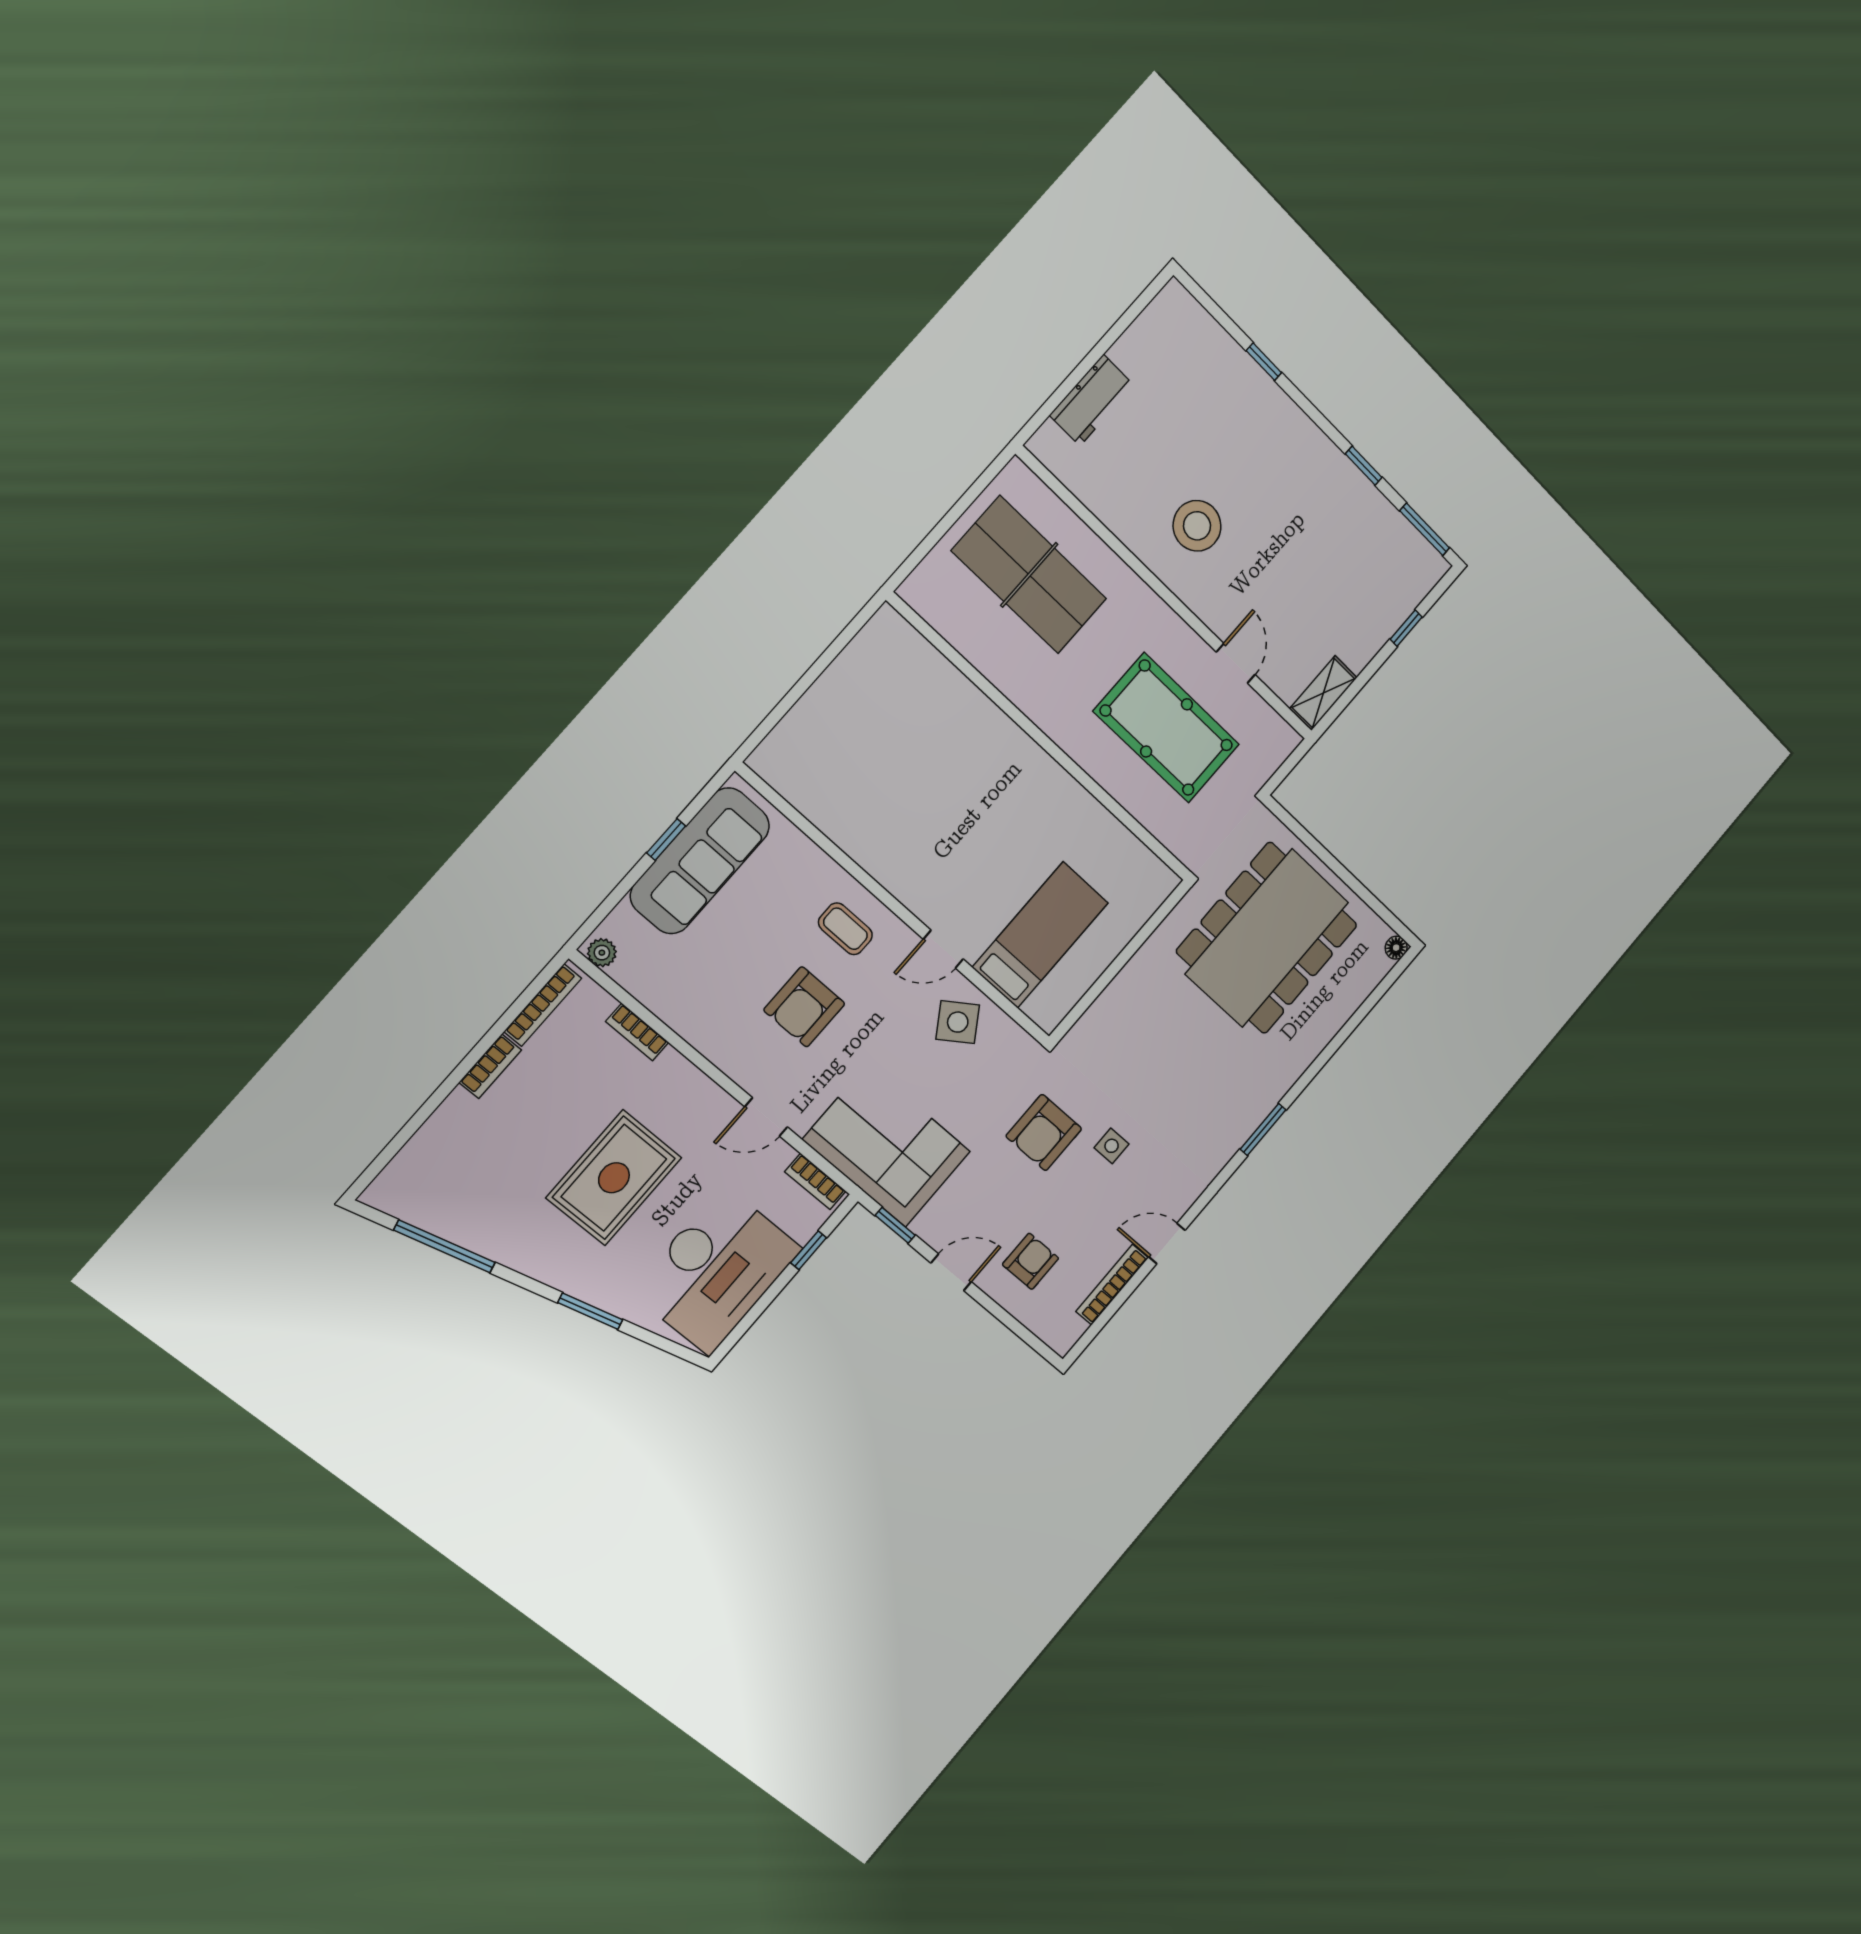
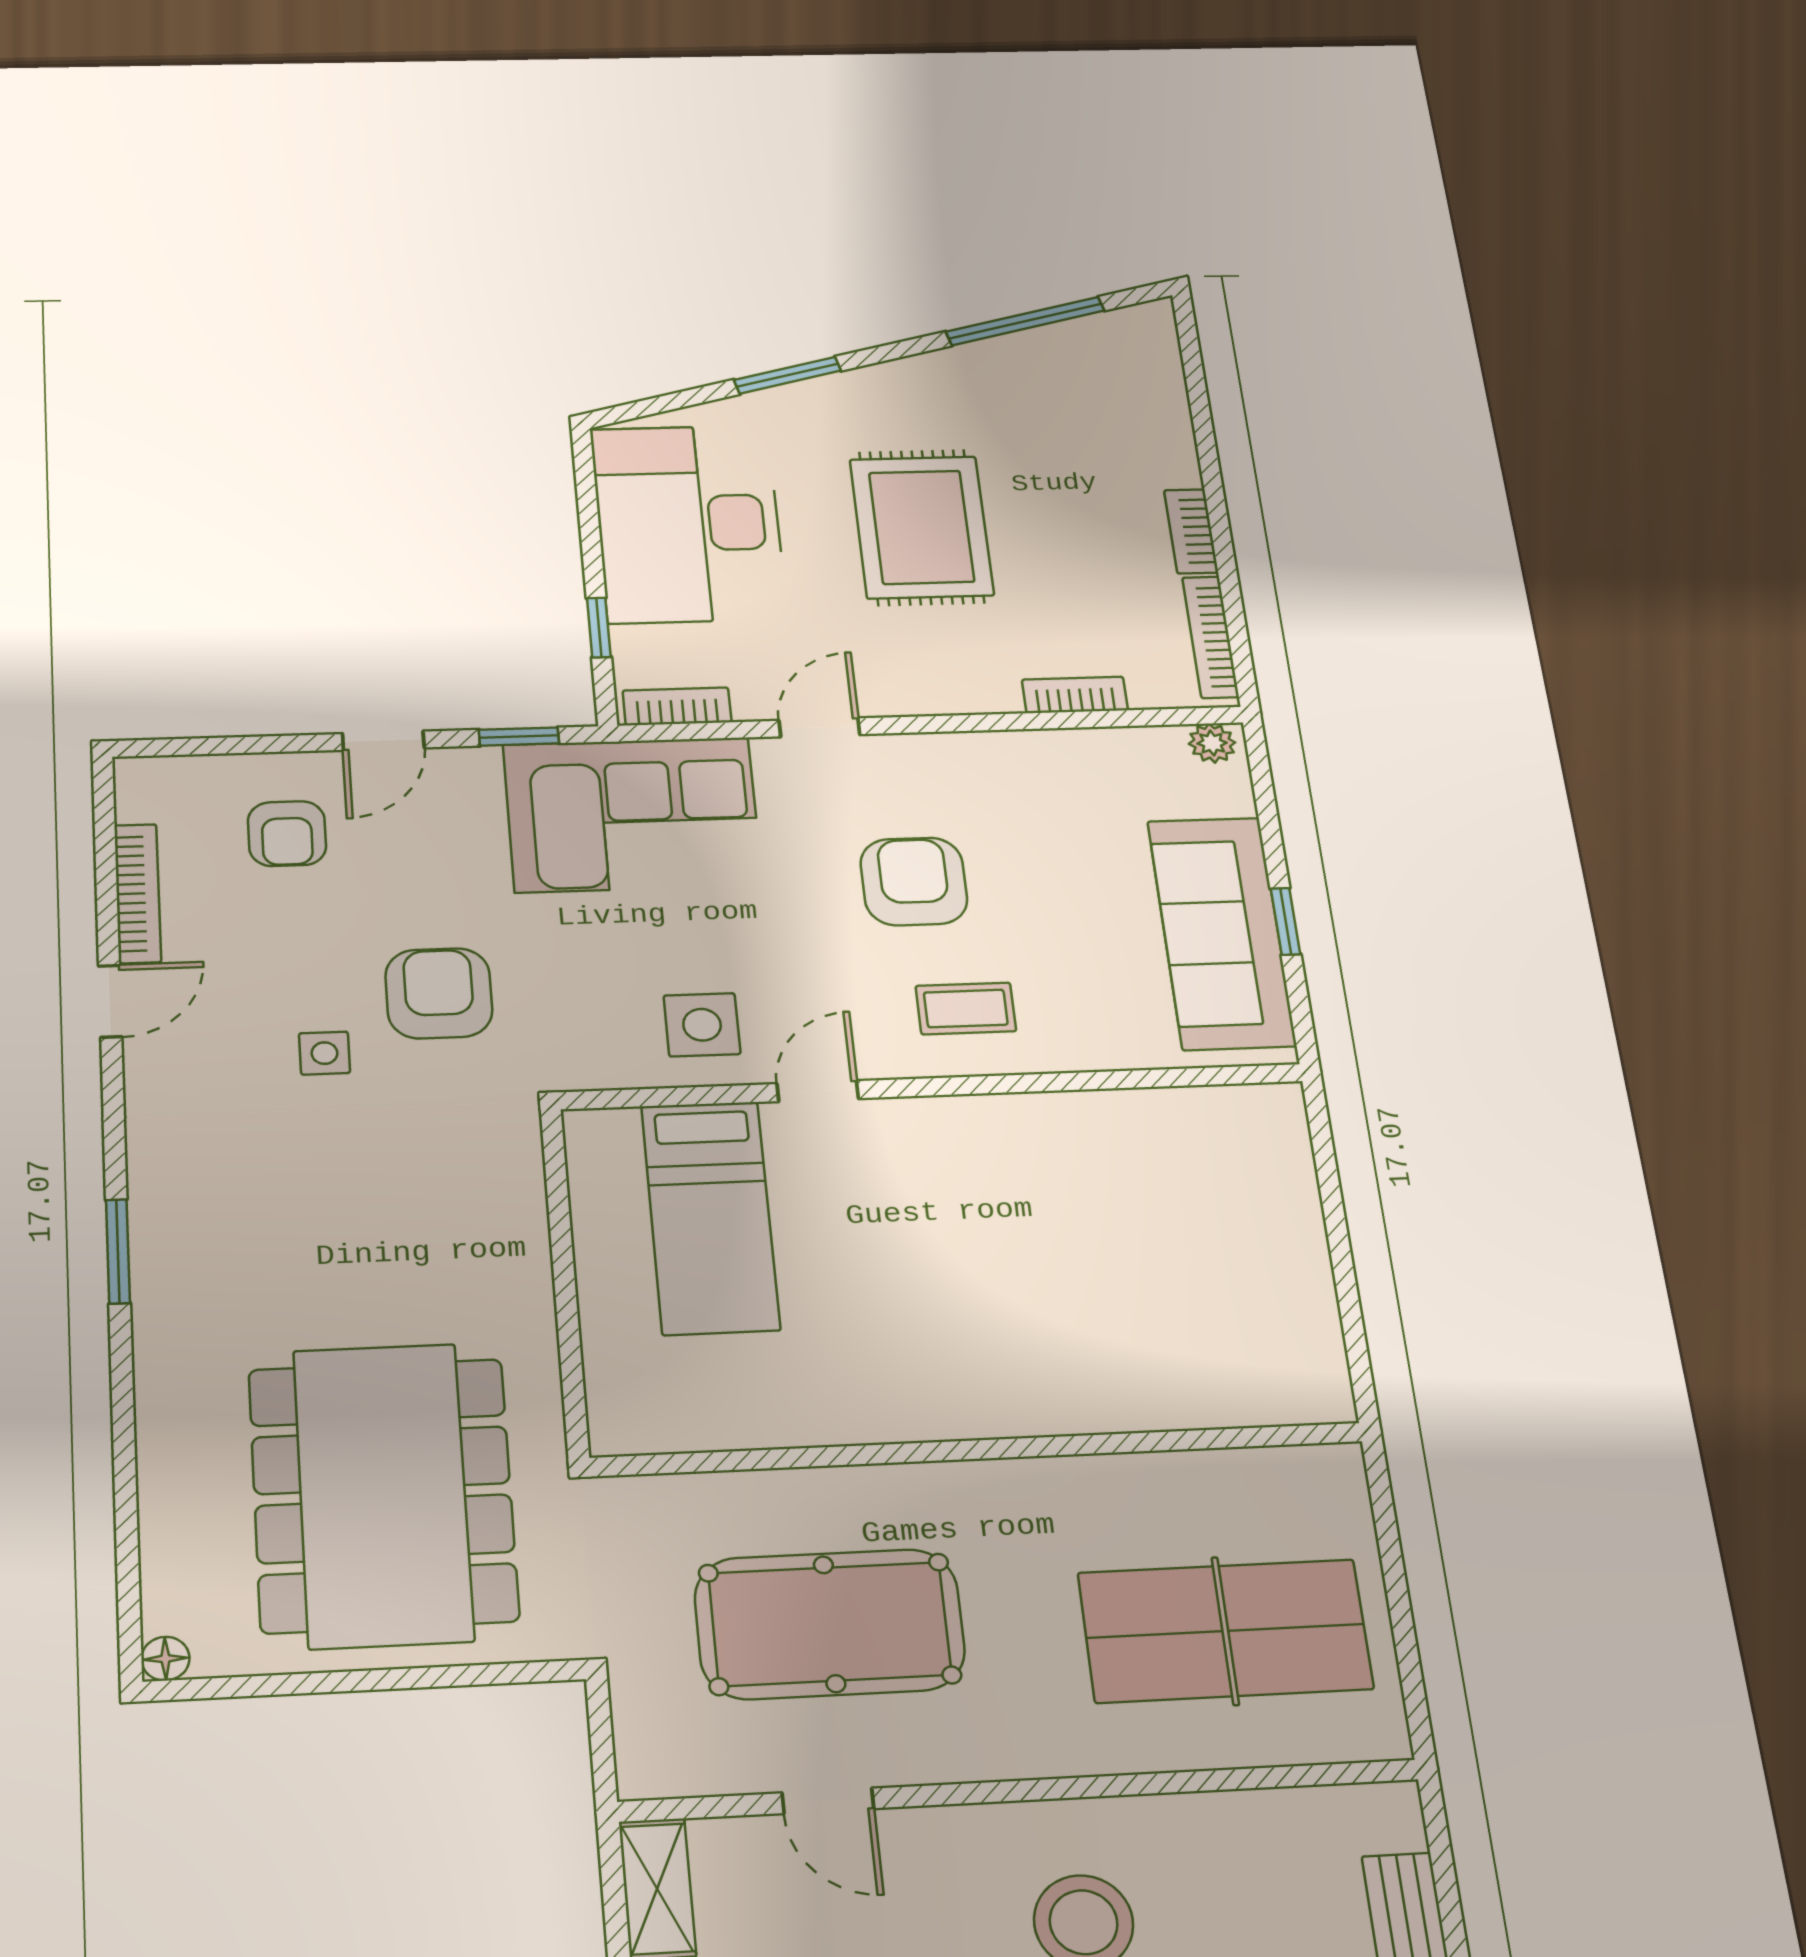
side table: (958, 1022) -> (702, 1025), turned 34

